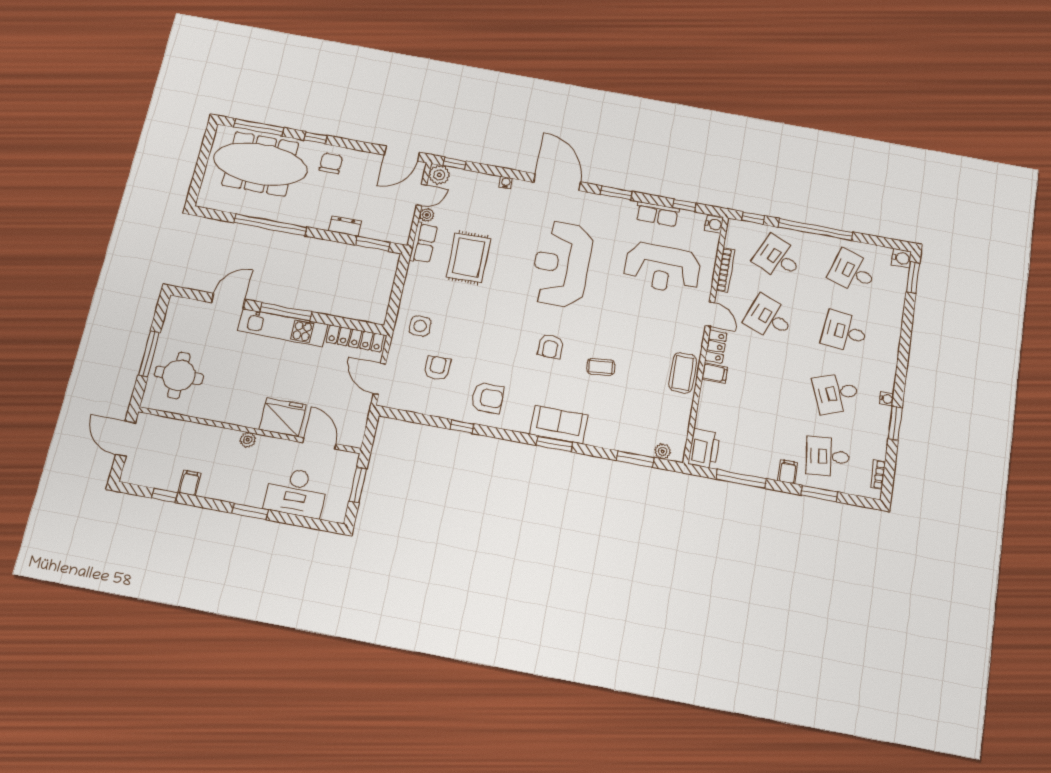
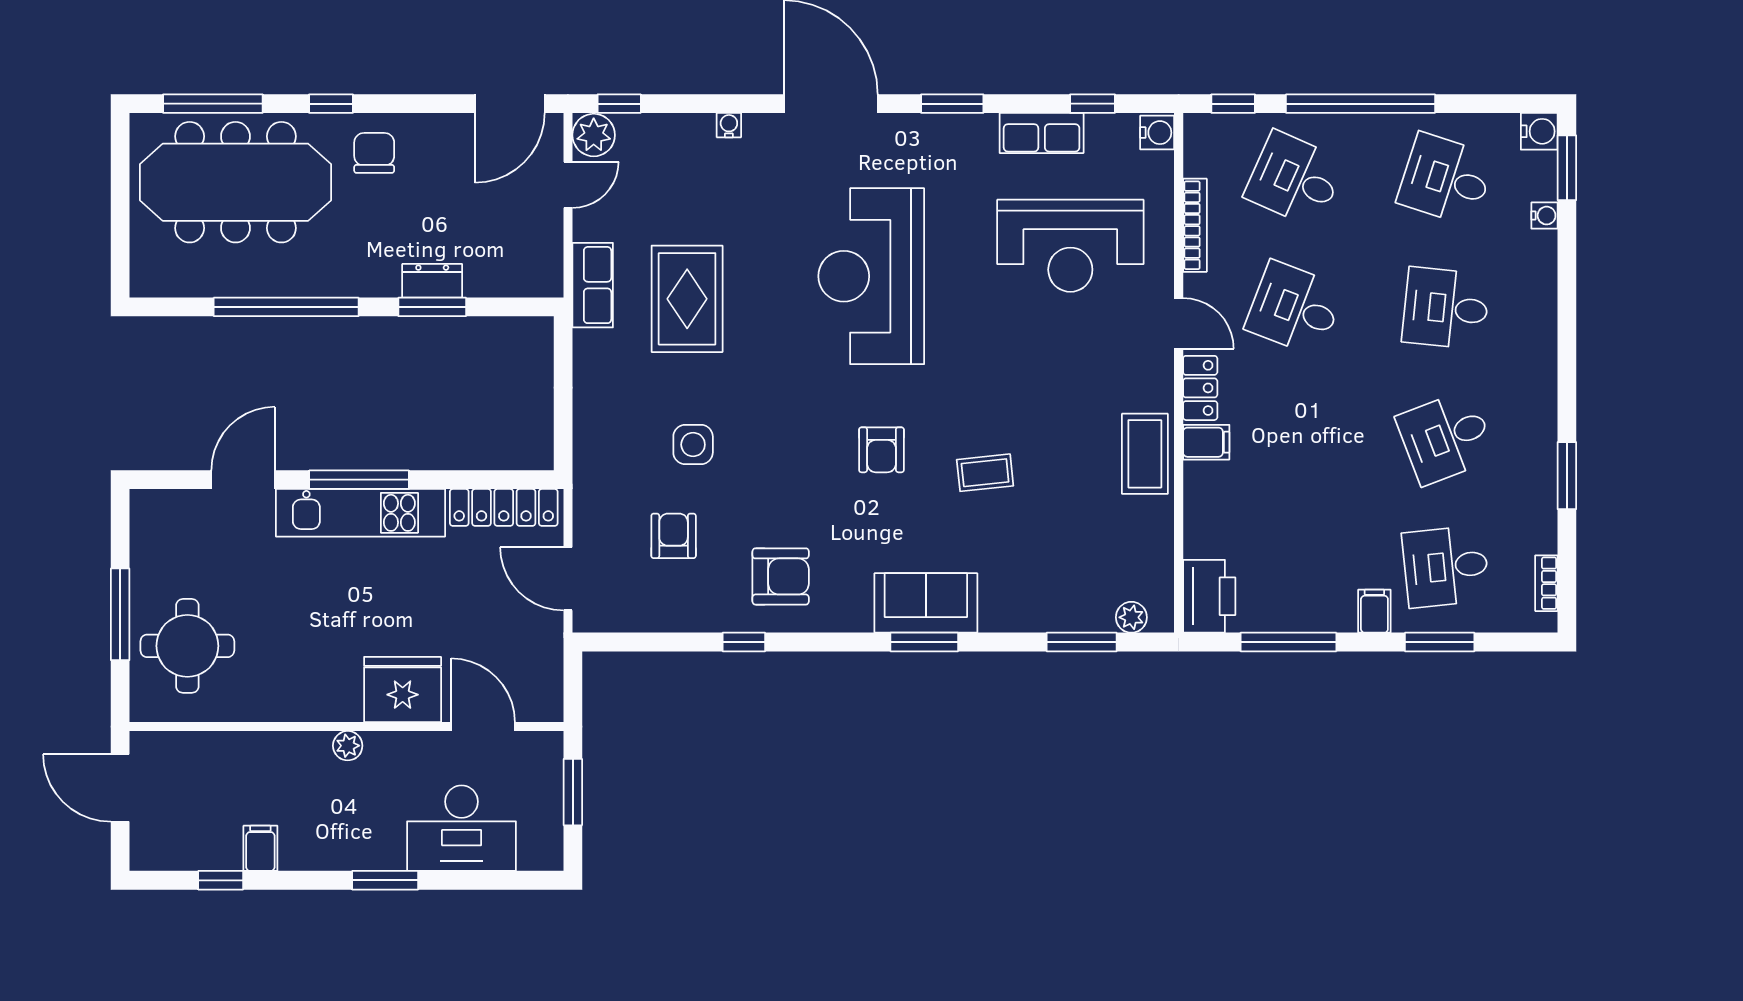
plant: (427, 215) -> (587, 225), removed
window: (373, 244) -> (432, 307), moved
side table: (420, 326) -> (693, 445), moved
water cooler: (886, 399) -> (1544, 216), moved

